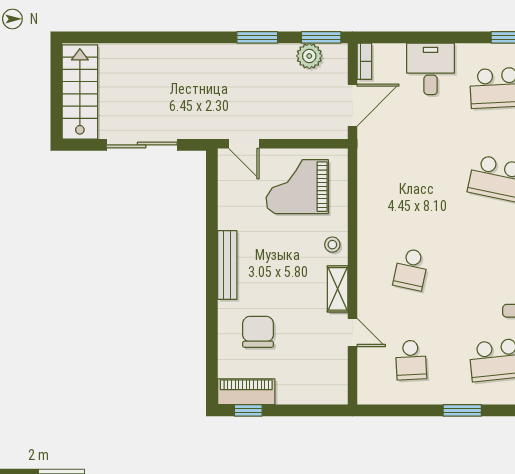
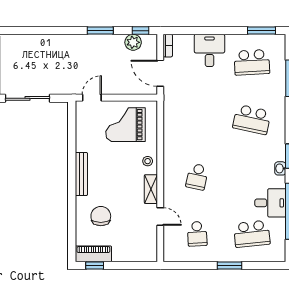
window: (321, 37) -> (140, 31), width x0.67
door: (353, 105) -> (160, 73), swing flipped
door: (244, 144) -> (92, 98), swing flipped

